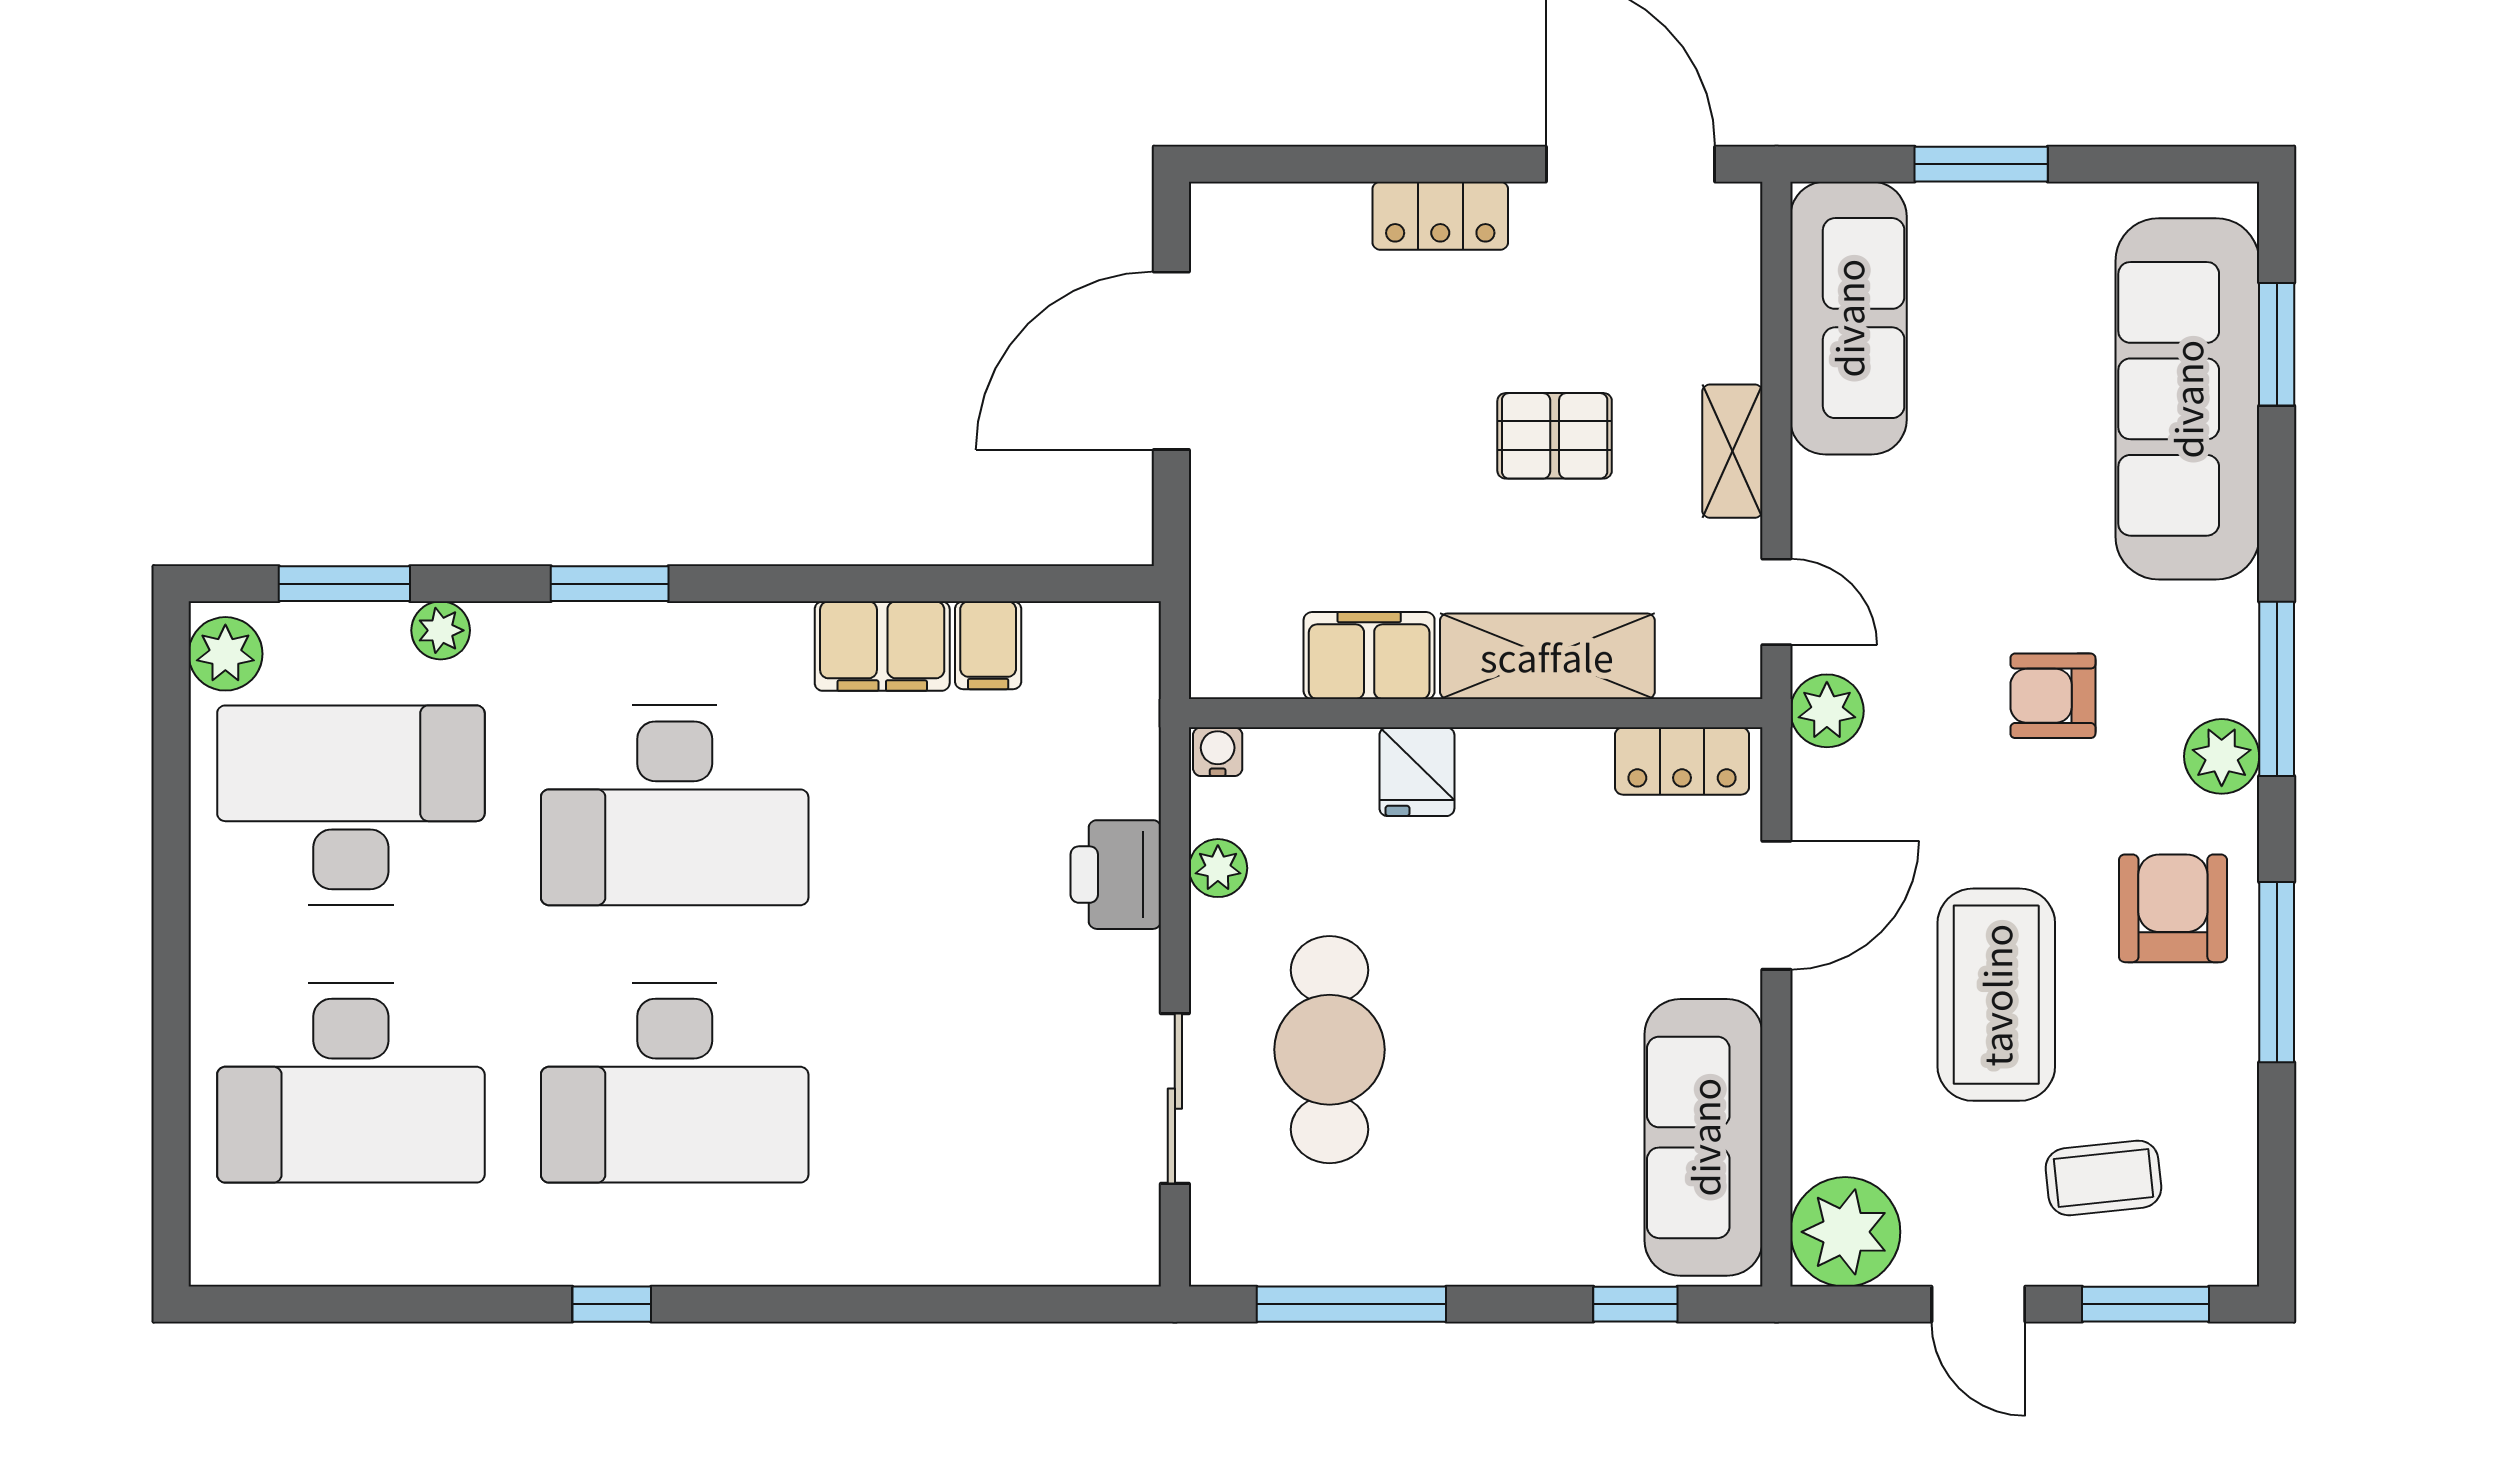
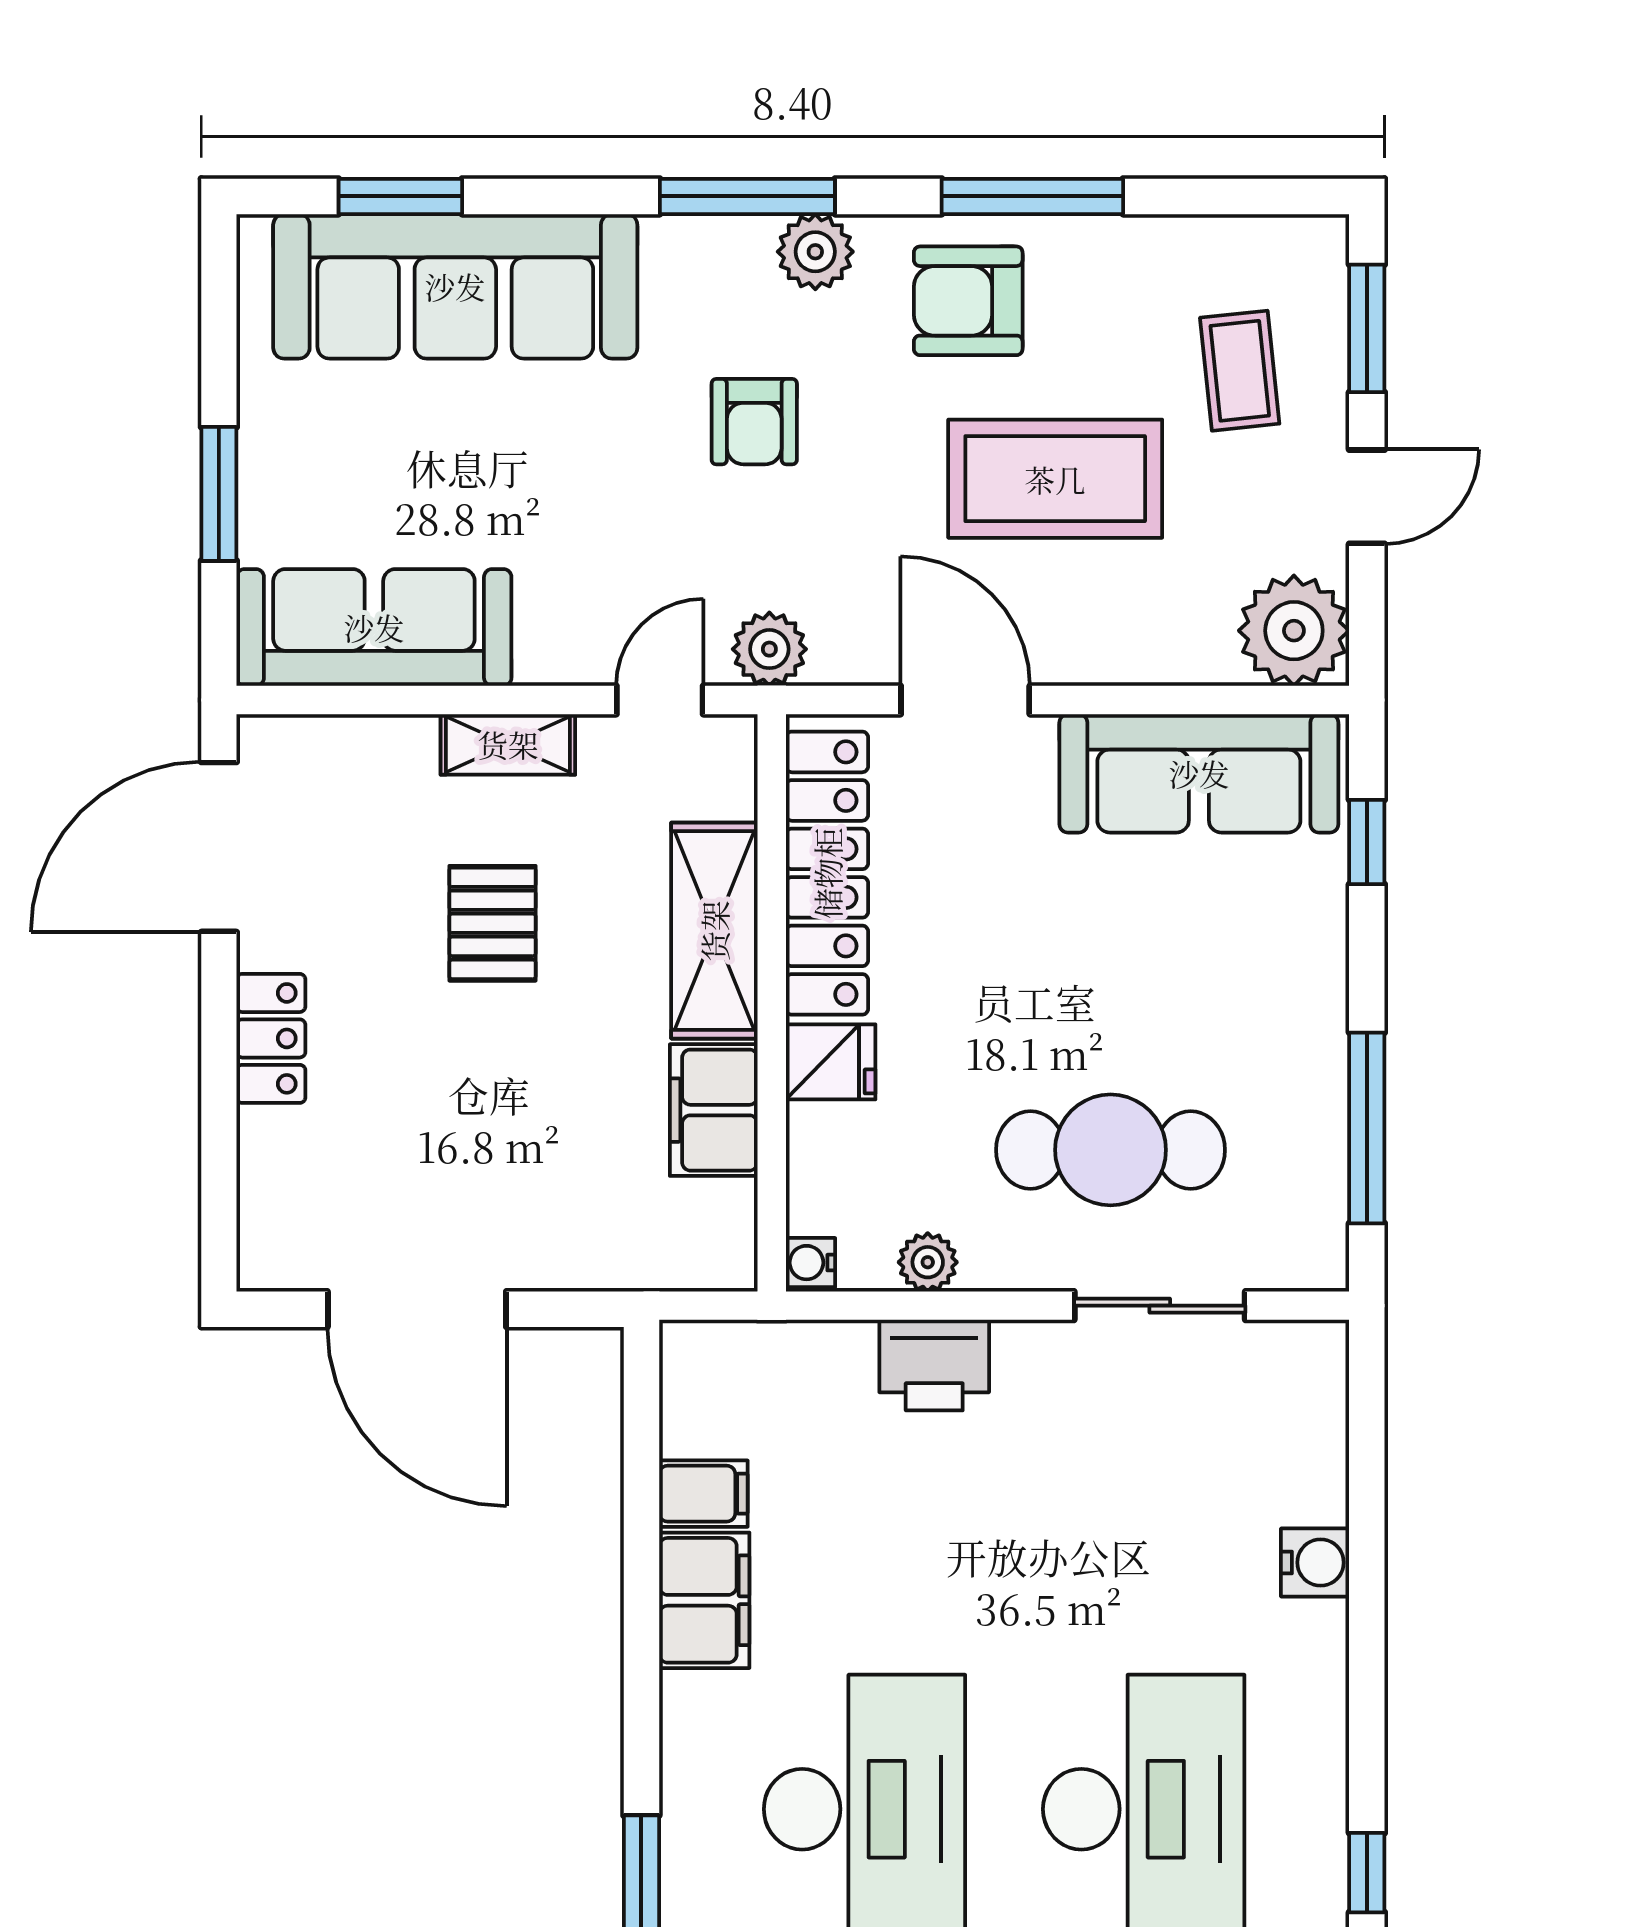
locker: (1682, 761) -> (827, 873), width x2.16, depth x1.21
water cooler: (920, 1253) -> (1315, 1563), added

